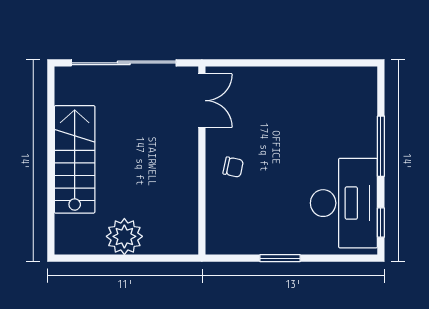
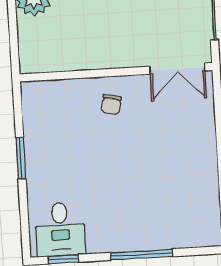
desk: (344, 203) -> (60, 229), width x0.53, depth x0.77

